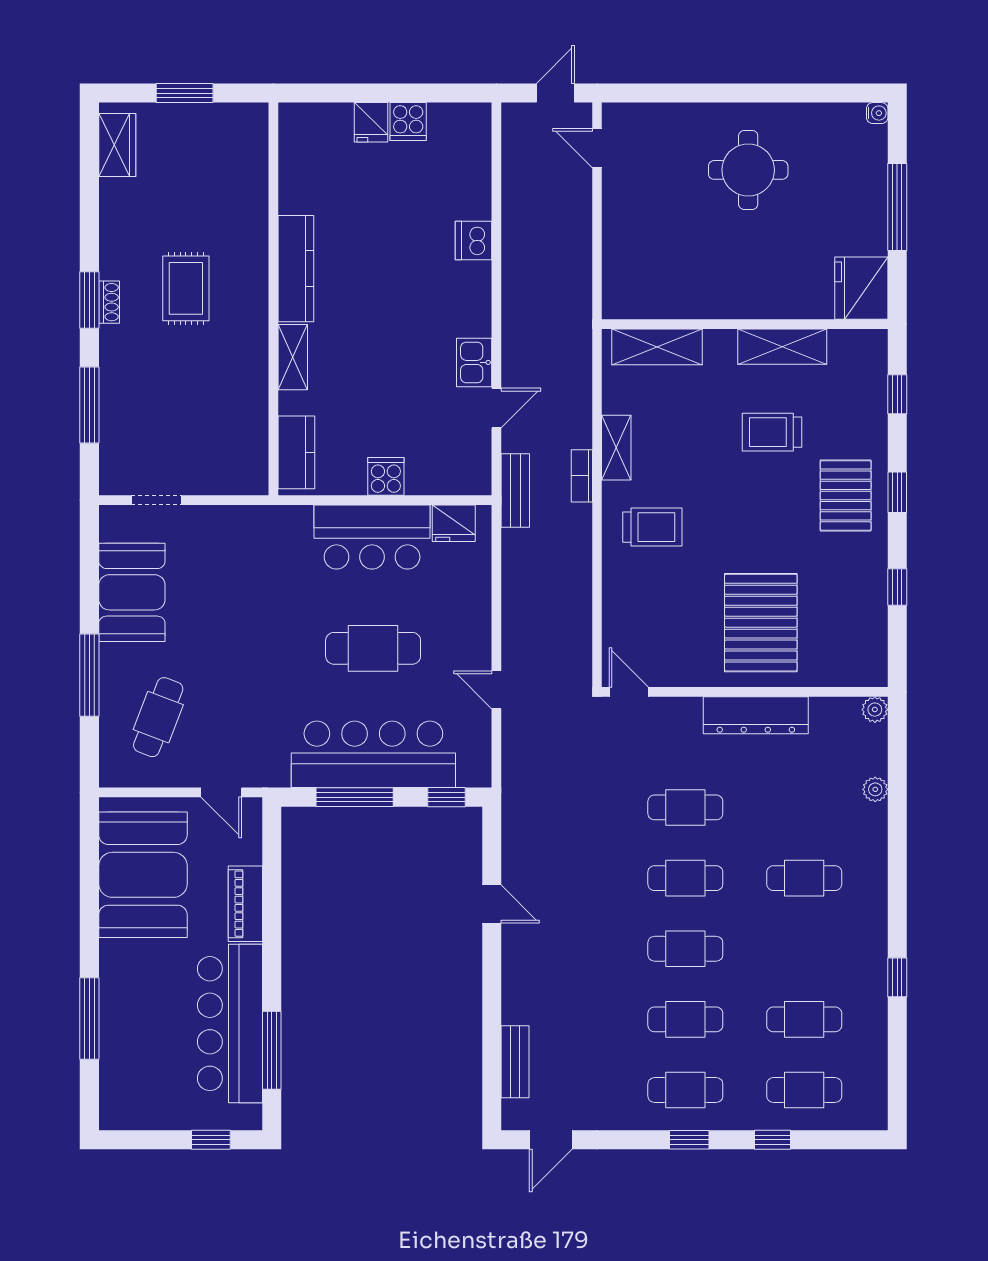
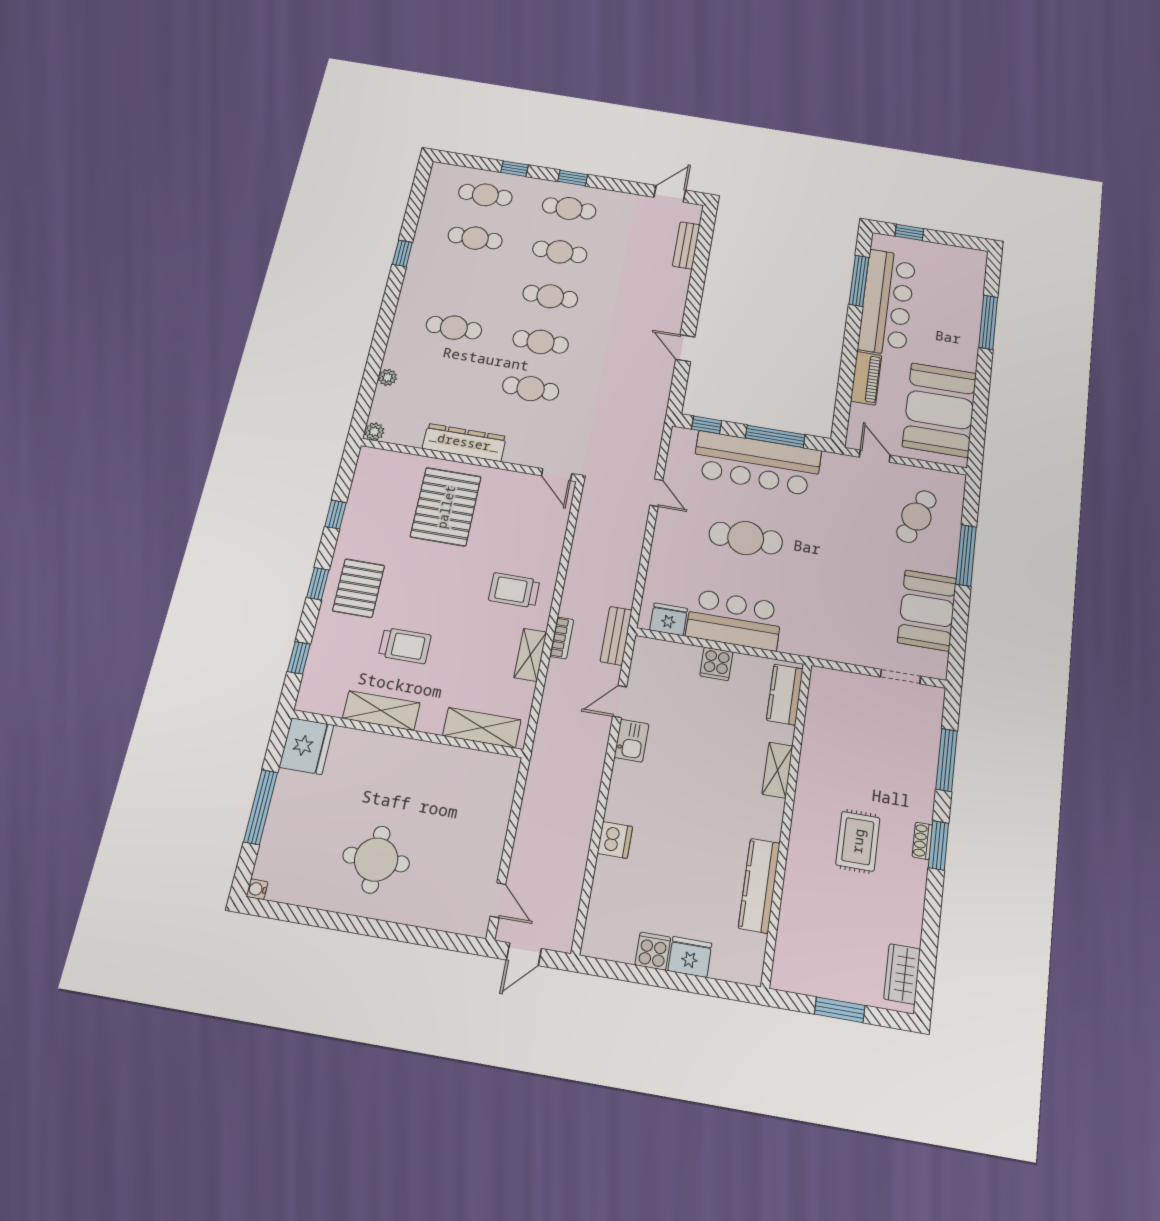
fridge: (371, 122) -> (690, 957), width x1.38
kitchen counter: (296, 269) -> (759, 885), moved

